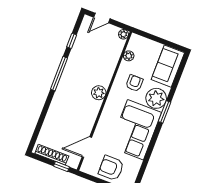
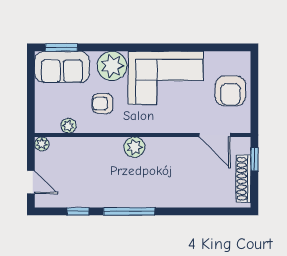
window: (165, 112) -> (61, 47), moved

